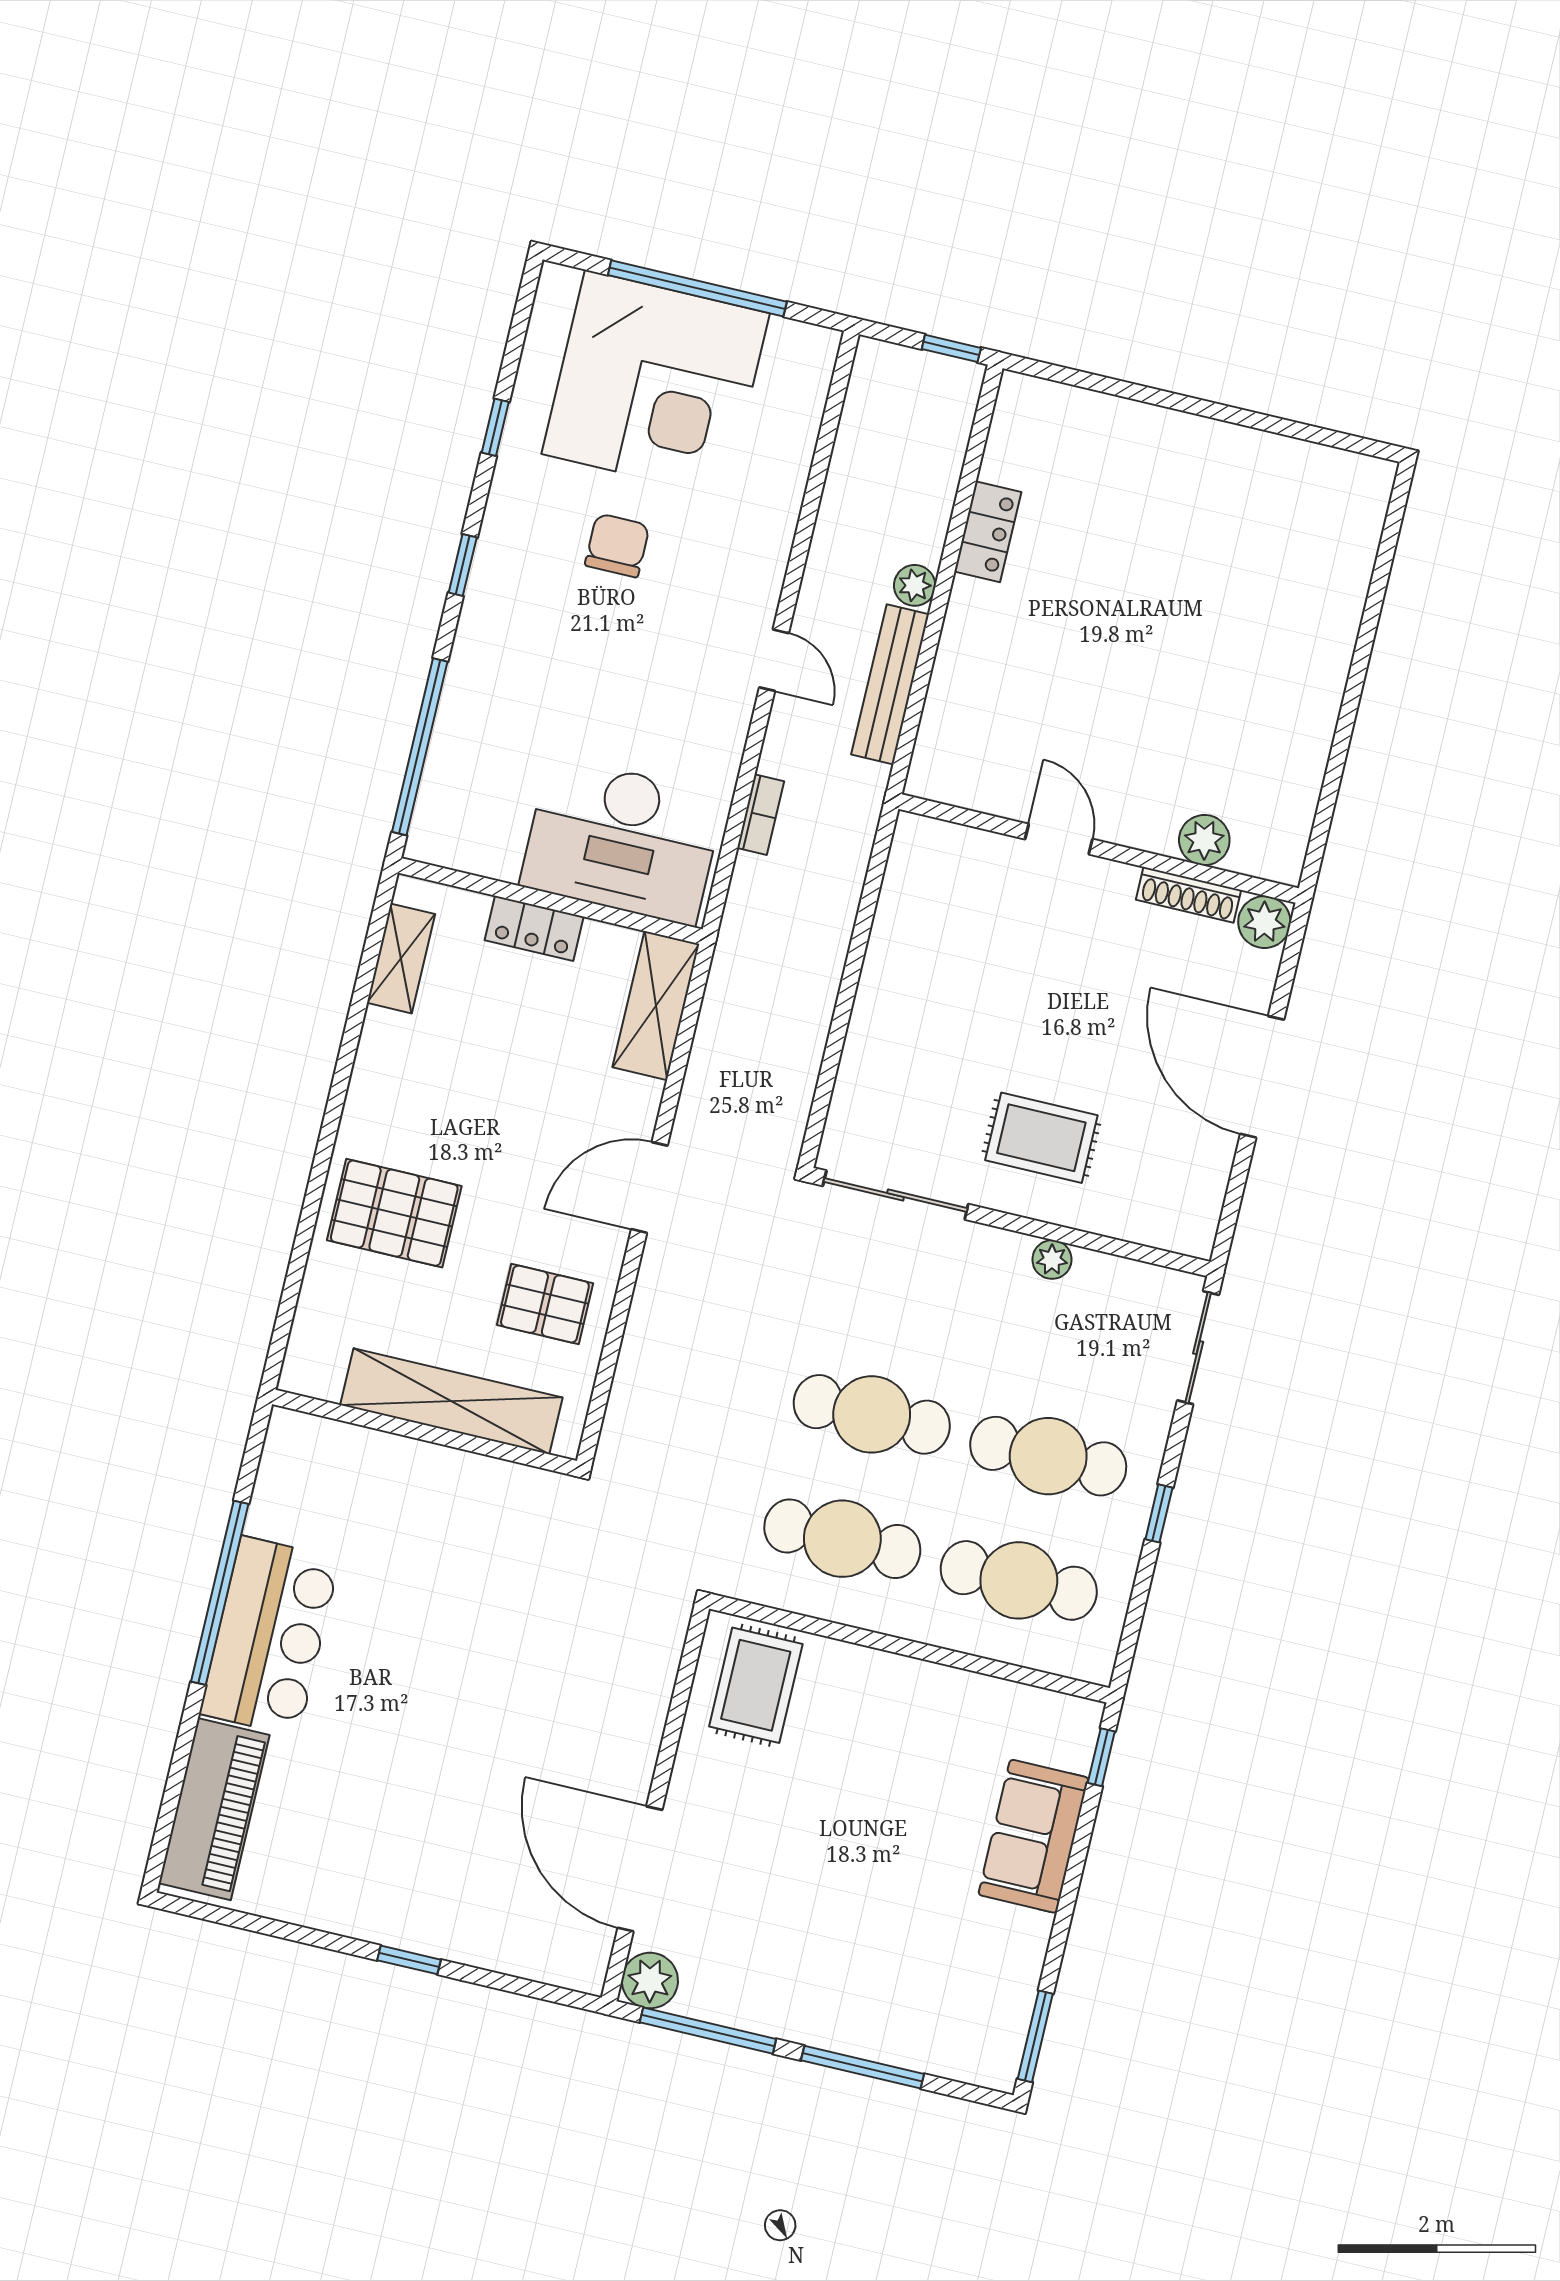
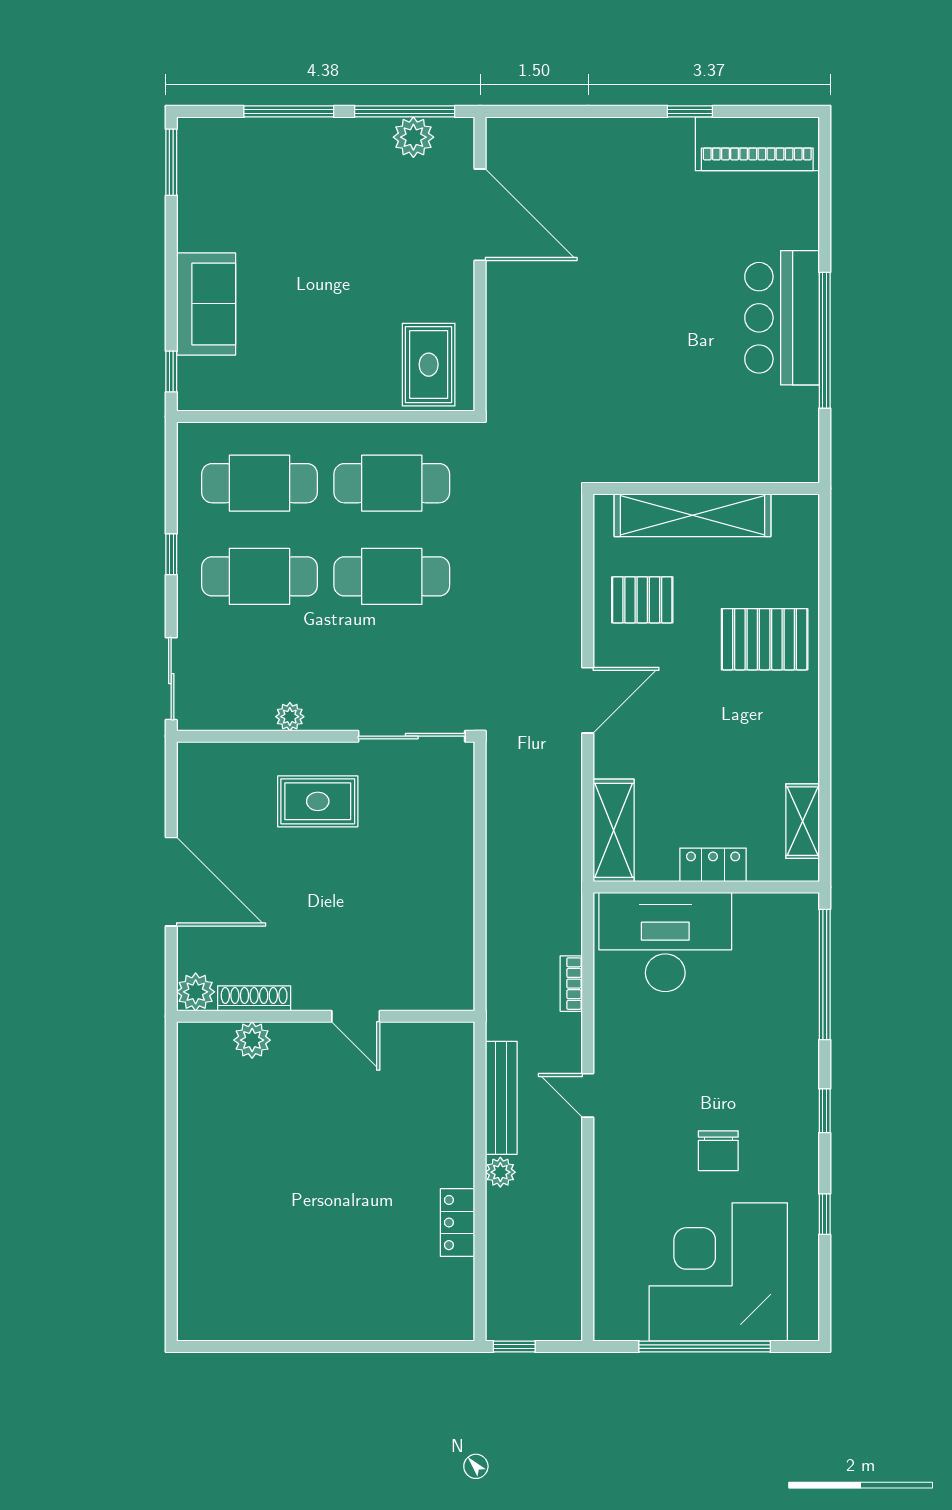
piano: (214, 1809) -> (757, 144), moved, turned -90
window: (409, 1960) -> (690, 111), moved
plant: (650, 1981) -> (413, 137), moved

